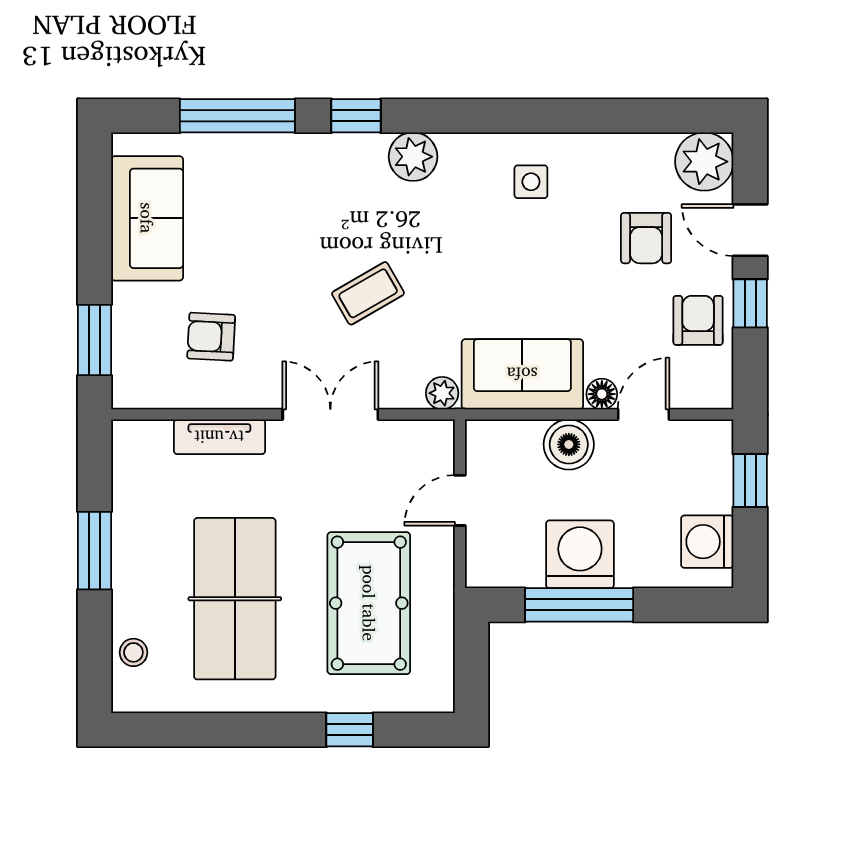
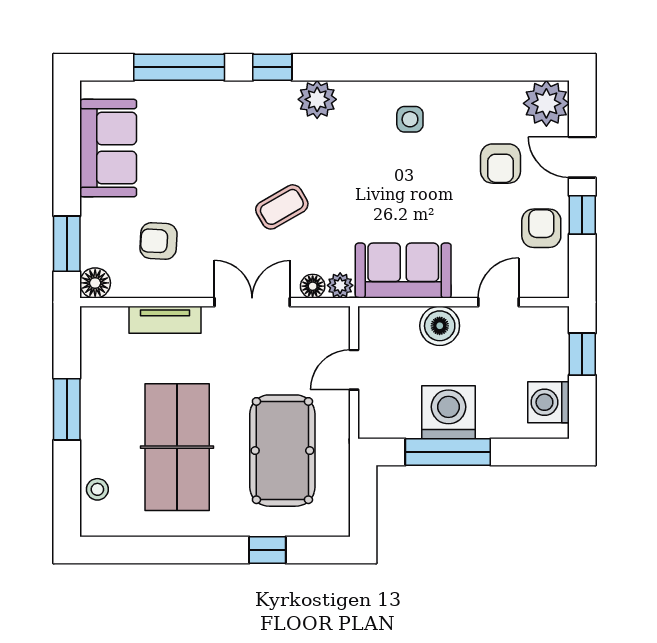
floor lamp: (131, 390) -> (95, 283), added
floor lamp: (602, 394) -> (313, 286), moved

